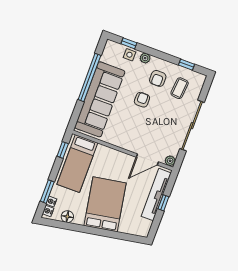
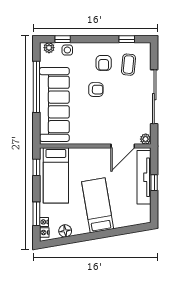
plant: (145, 58) -> (49, 48), moved
armchair: (142, 100) -> (96, 90), turned 91
bed: (105, 204) -> (98, 205), width x0.67

